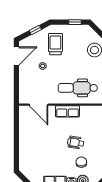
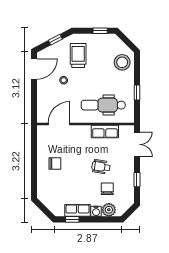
door: (38, 105) -> (59, 124), swing flipped
row of seats: (68, 111) -> (105, 132), moved
chair: (35, 140) -> (55, 163), added

